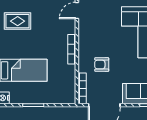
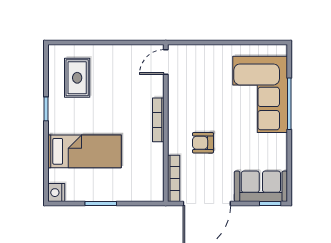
rug: (18, 21) -> (77, 78), turned 90

